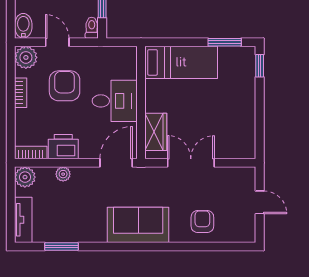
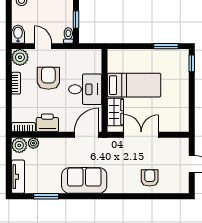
bed: (181, 62) -> (134, 85), moved
plant: (63, 174) -> (33, 143), moved
sofa: (138, 225) -> (84, 180), moved

